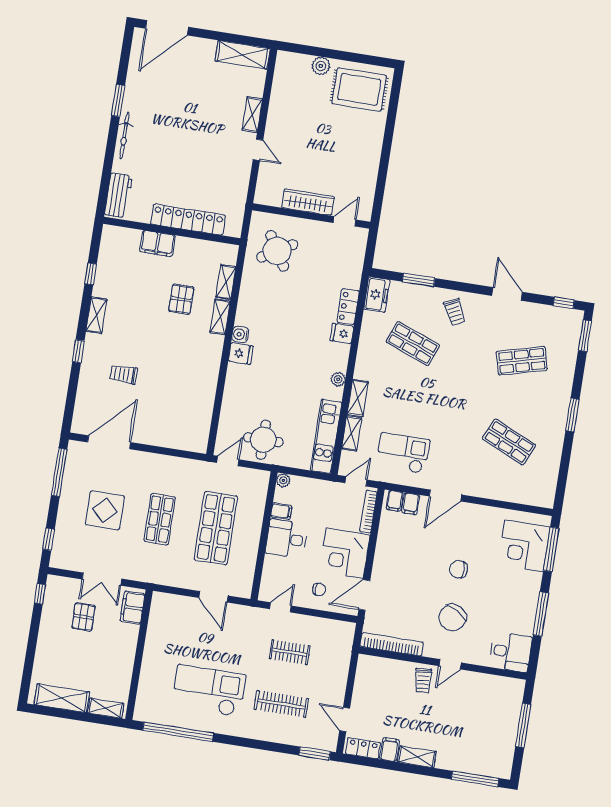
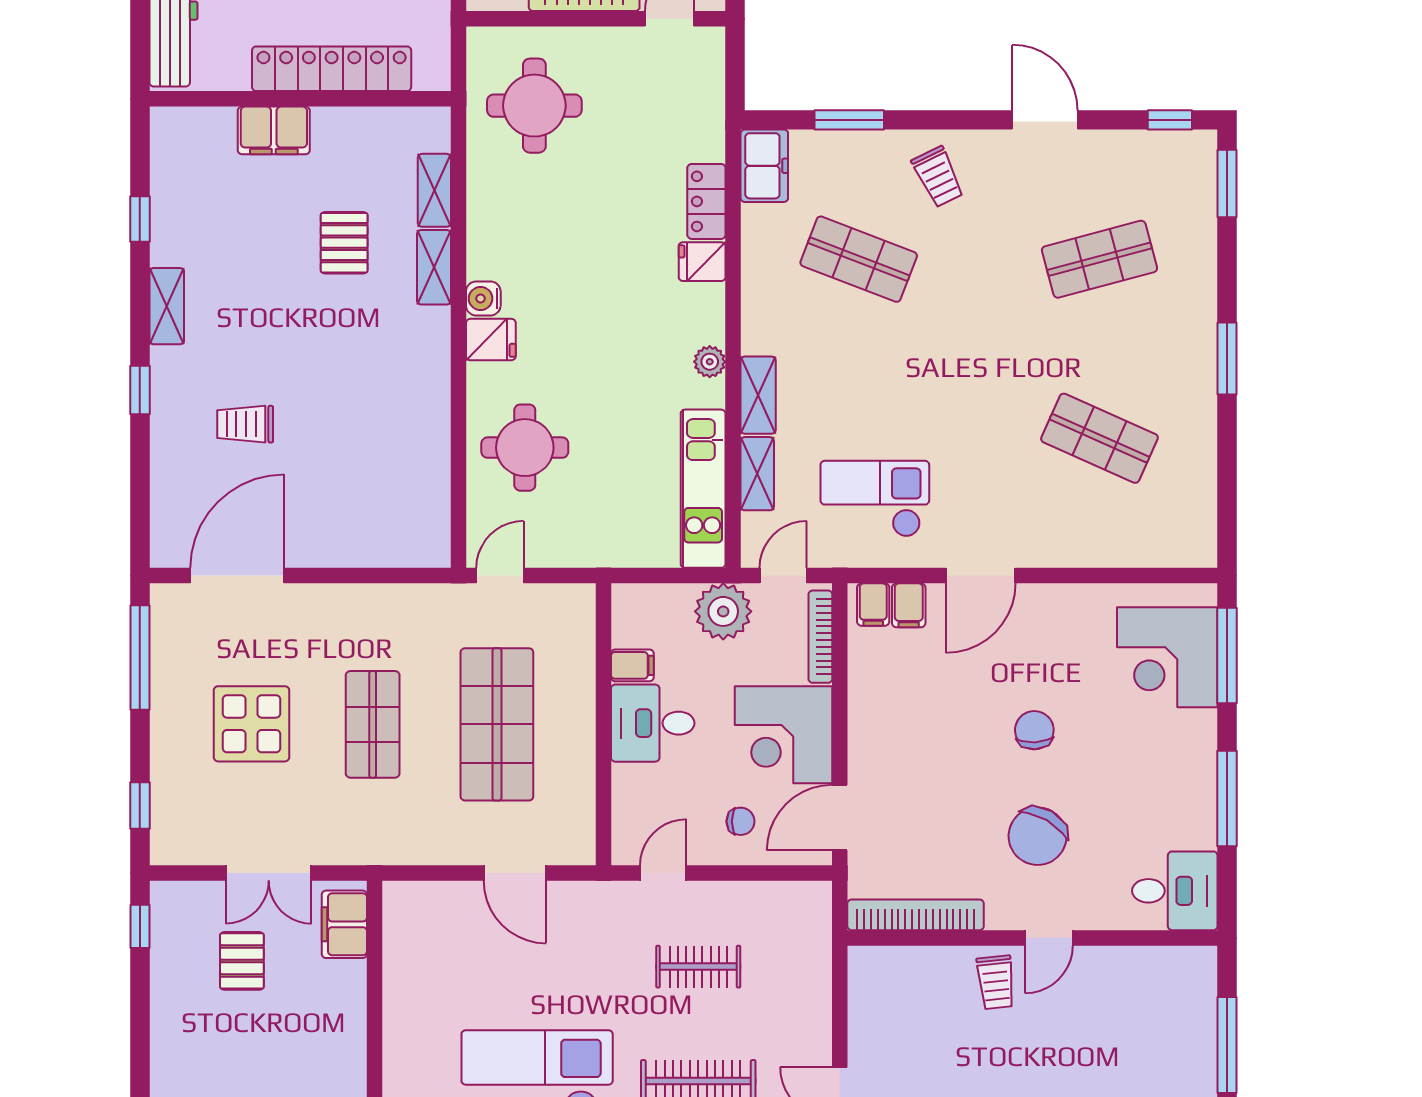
round table: (277, 251) -> (534, 106), turned 31
round table: (263, 440) -> (525, 448), moved
plant: (283, 480) -> (723, 611), moved, width x1.87, depth x1.87
chair: (459, 569) -> (1034, 730), turned 87

